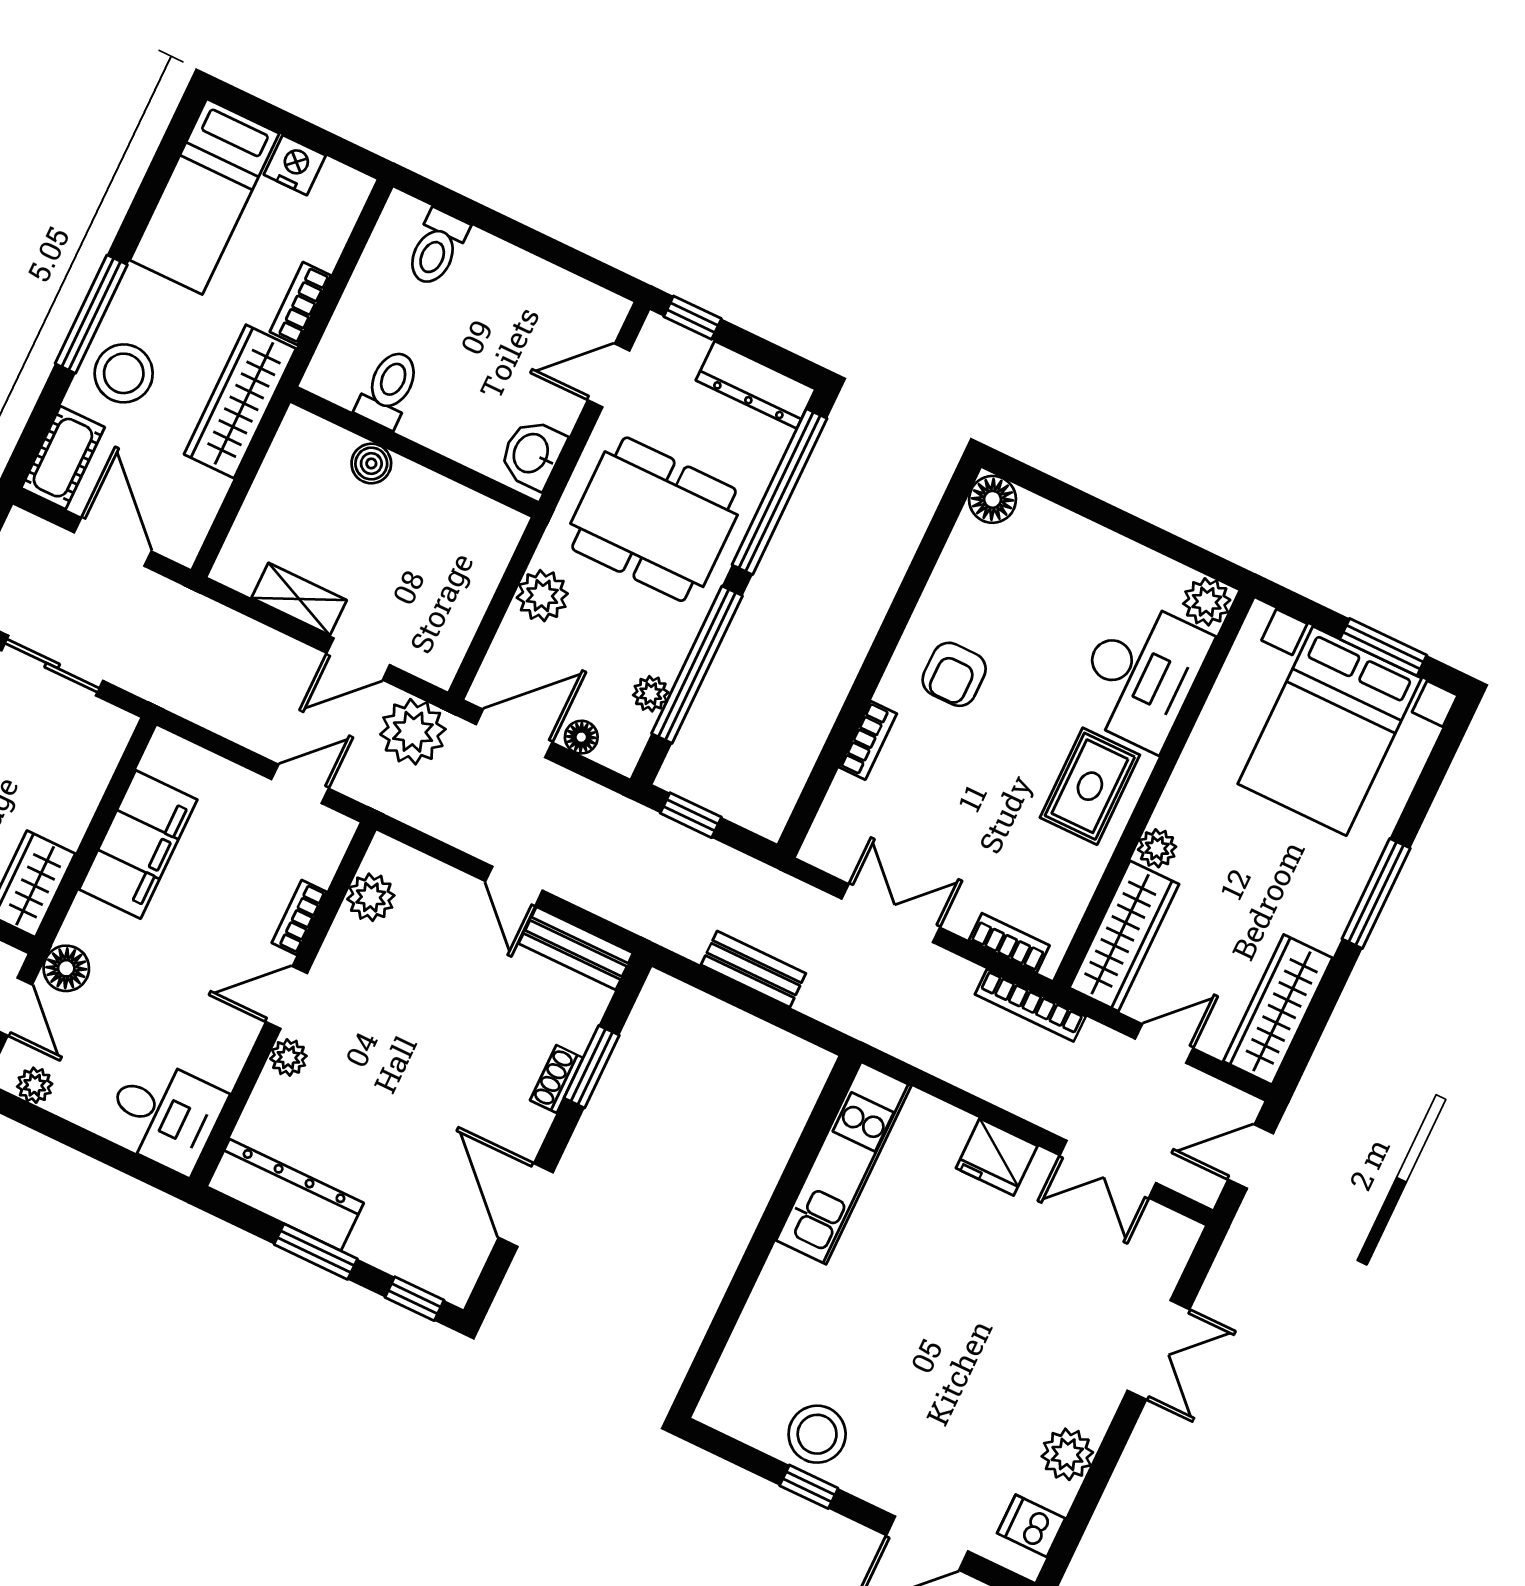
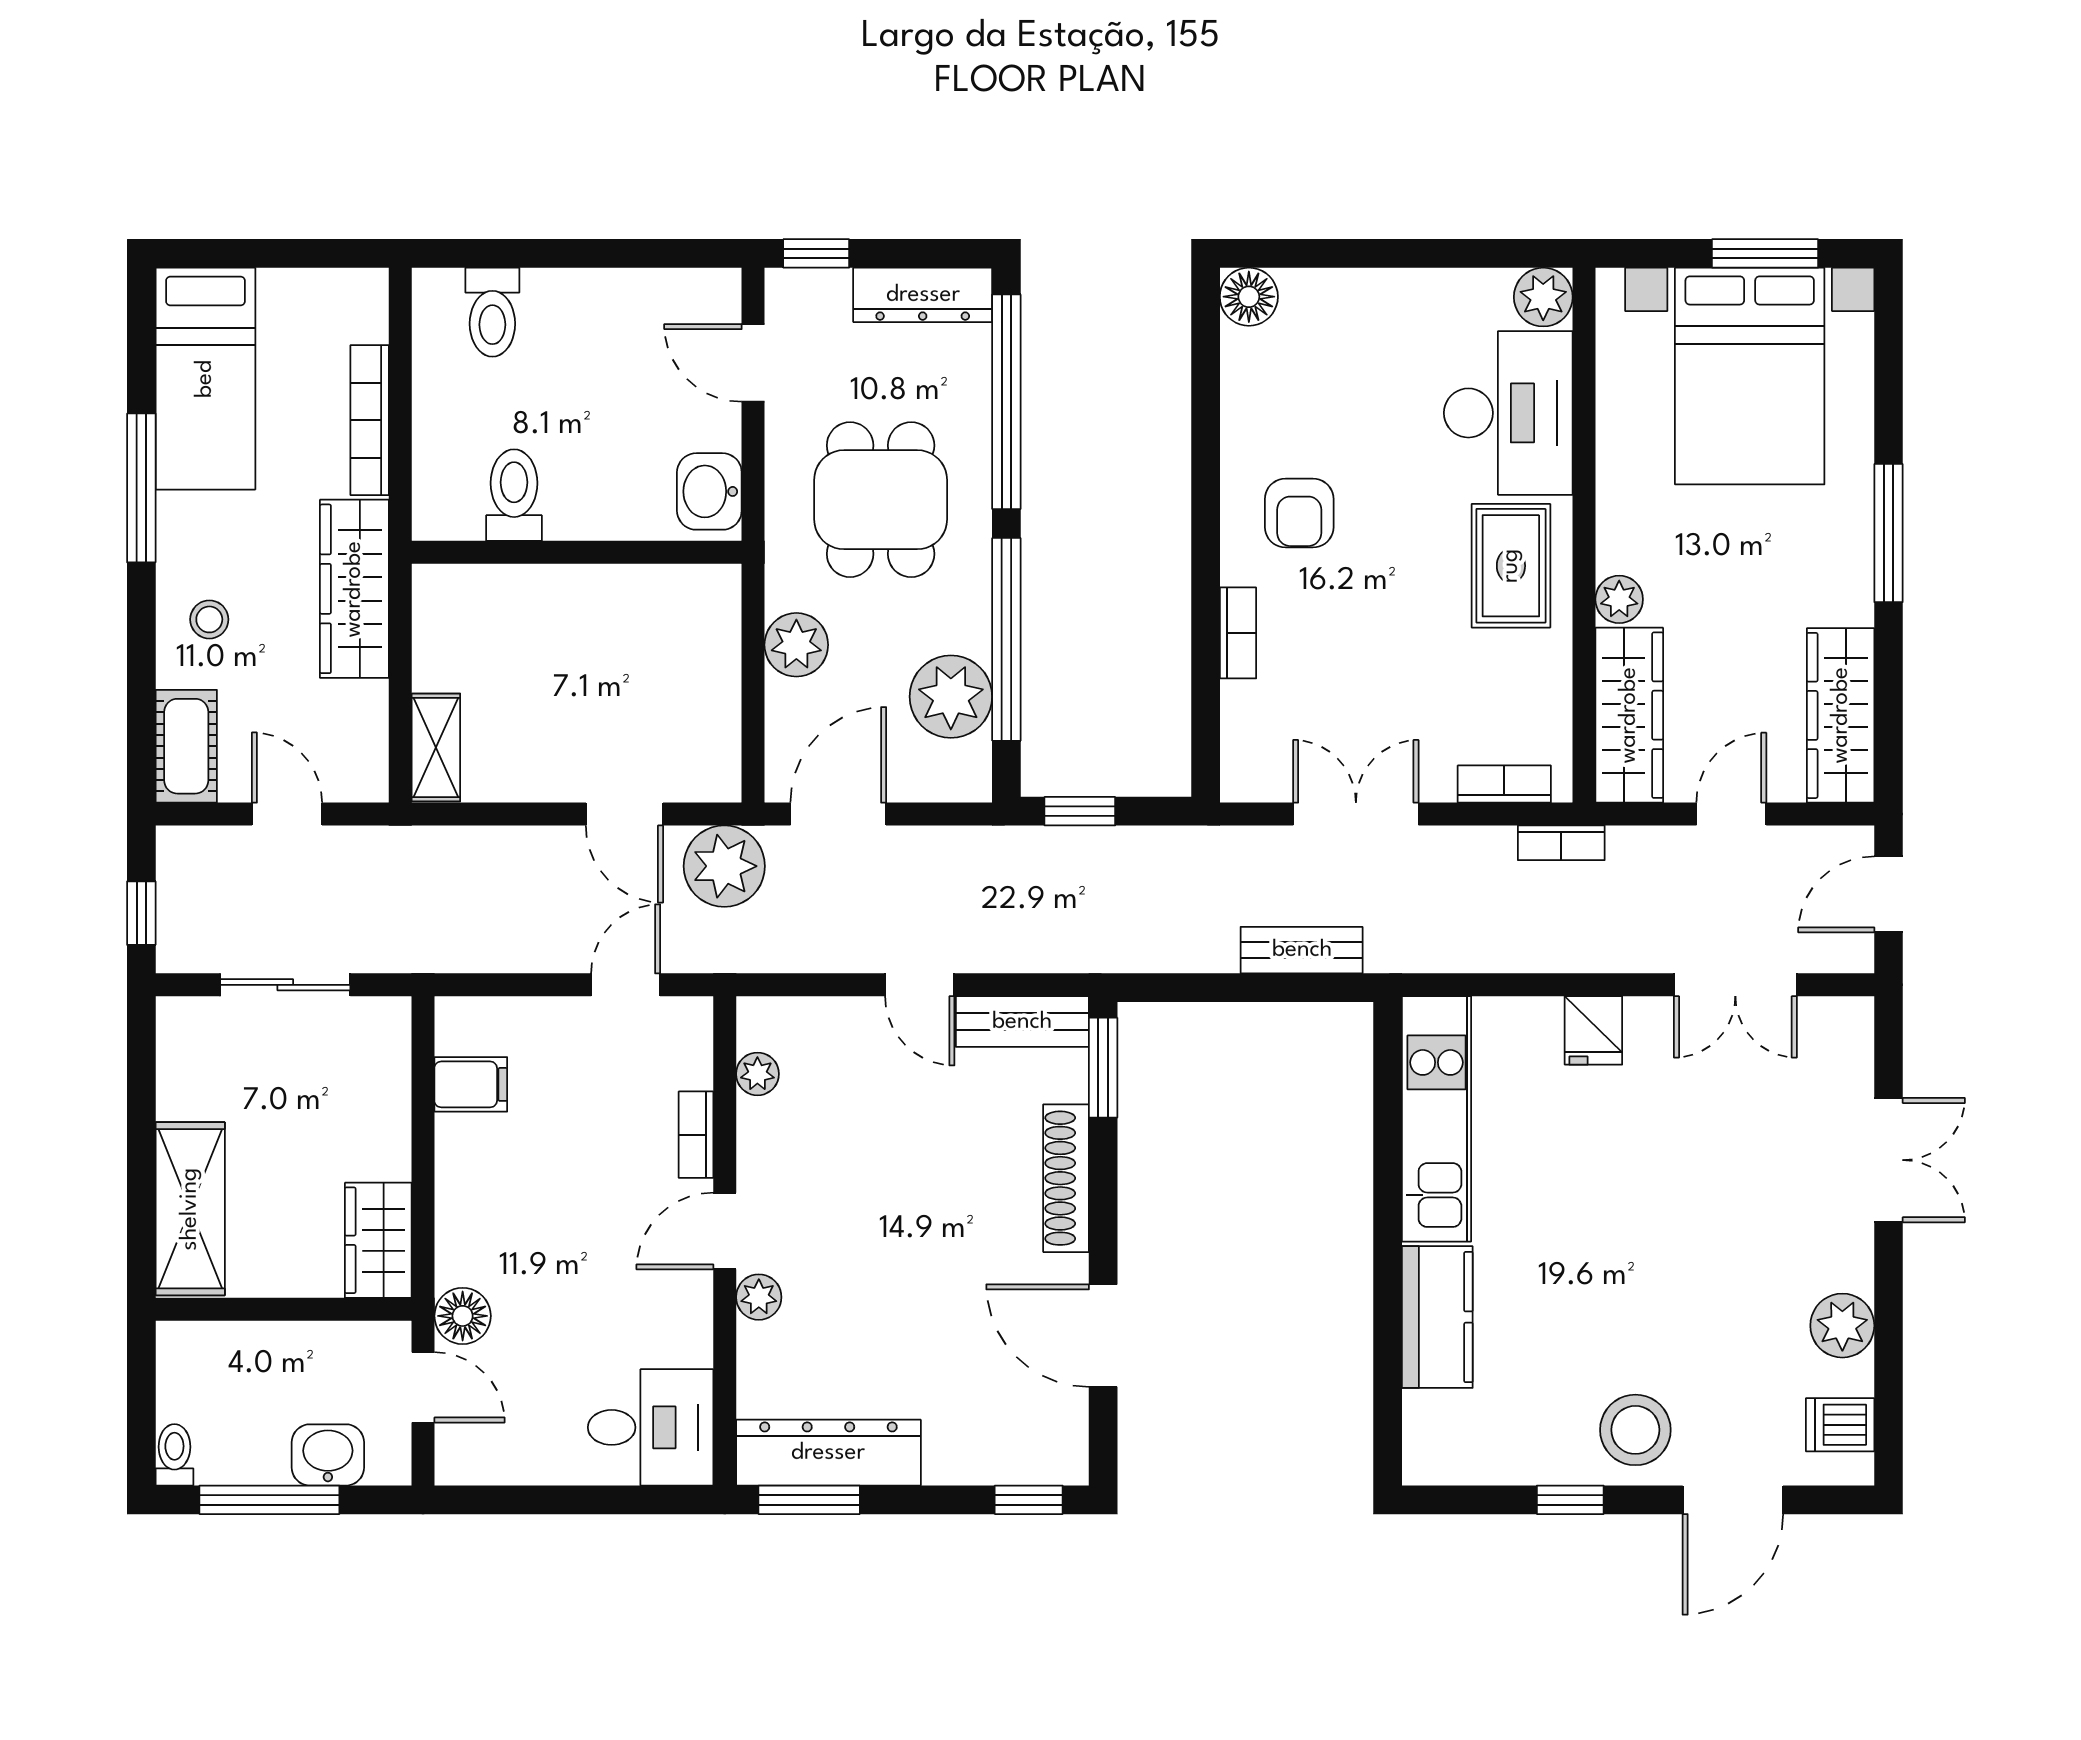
nightstand: (295, 165) -> (290, 295), removed
bookcase: (300, 304) -> (370, 420), width x1.56
window: (91, 314) -> (141, 488), moved
stool: (124, 373) -> (209, 619), width x0.53, depth x0.53
door: (609, 375) -> (753, 363), hinge flipped
boiler: (371, 463) -> (534, 588), removed
dining table: (654, 519) -> (881, 500), width x0.73
door: (113, 542) -> (287, 814), width x0.73
shelving: (299, 599) -> (436, 748), moved, turned 90
door: (358, 659) -> (624, 814), hinge flipped
plant: (651, 694) -> (951, 697), width x1.87, depth x1.87
floor lamp: (581, 737) -> (916, 782), removed
filing cabinet: (138, 844) -> (471, 1084), width x0.33, depth x0.86
plant: (371, 897) -> (757, 1074), width x0.73, depth x0.73
bench: (753, 969) -> (1302, 950), moved
bookcase: (1030, 1005) -> (1561, 843), width x0.64
window: (592, 1067) -> (1103, 1068), moved
shoe rack: (557, 1079) -> (1066, 1178), width x1.94, depth x1.24
plant: (35, 1085) -> (490, 1464), removed
fridge: (997, 1157) -> (1593, 1030), width x0.72
window: (316, 1252) -> (809, 1500), moved
kitchen counter: (775, 1308) -> (1437, 1317), added
stool: (817, 1434) -> (1635, 1430), moved

